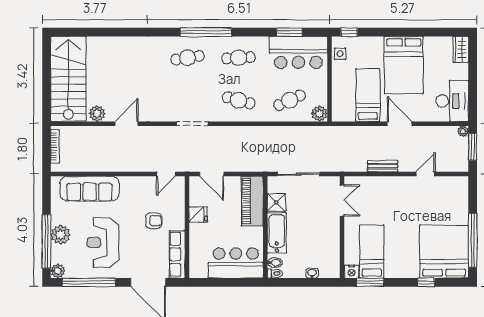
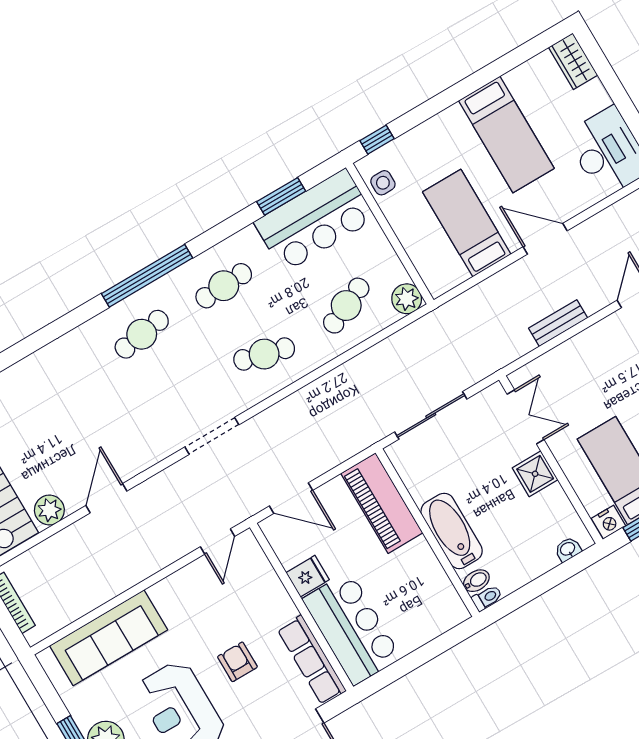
bed: (404, 65) -> (506, 135), width x0.67
shower: (276, 203) -> (535, 474), moved
armchair: (154, 221) -> (237, 662), moved, turned -90
bar counter: (236, 263) -> (352, 628), moved, turned 90
washbasin: (312, 273) -> (568, 549), moved

